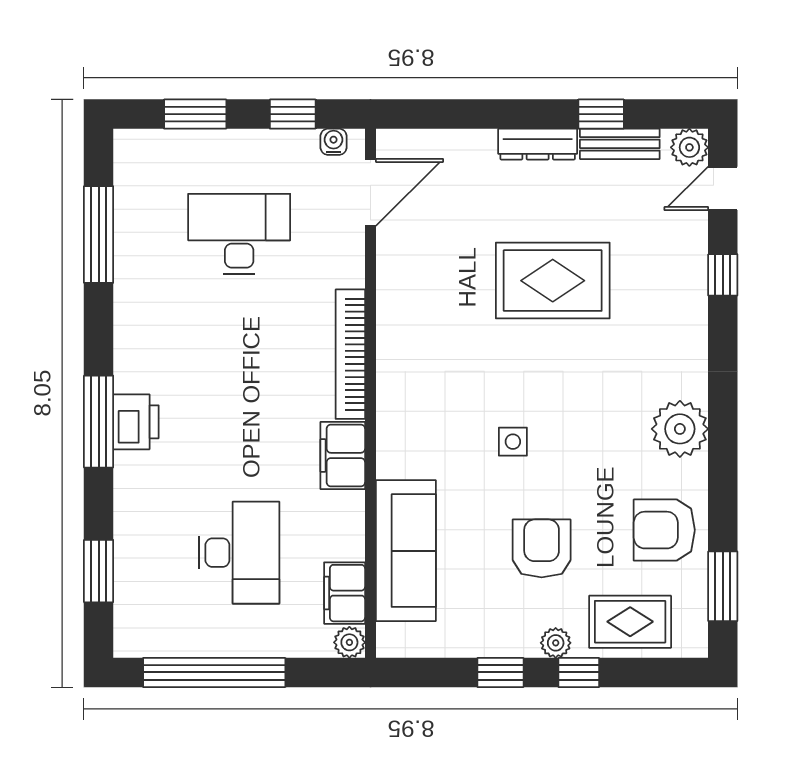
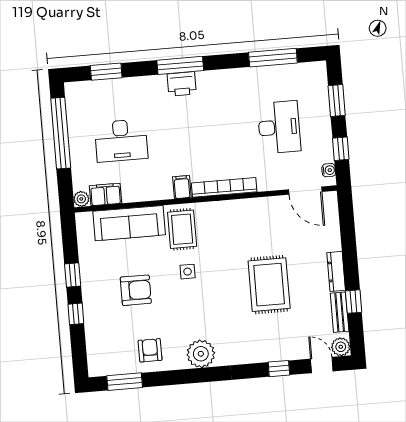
filing cabinet: (343, 455) -> (182, 187), width x0.50
armchair: (664, 530) -> (150, 350), width x0.72, depth x0.72
rug: (630, 622) -> (182, 229), moved
plant: (556, 643) -> (90, 301), removed

